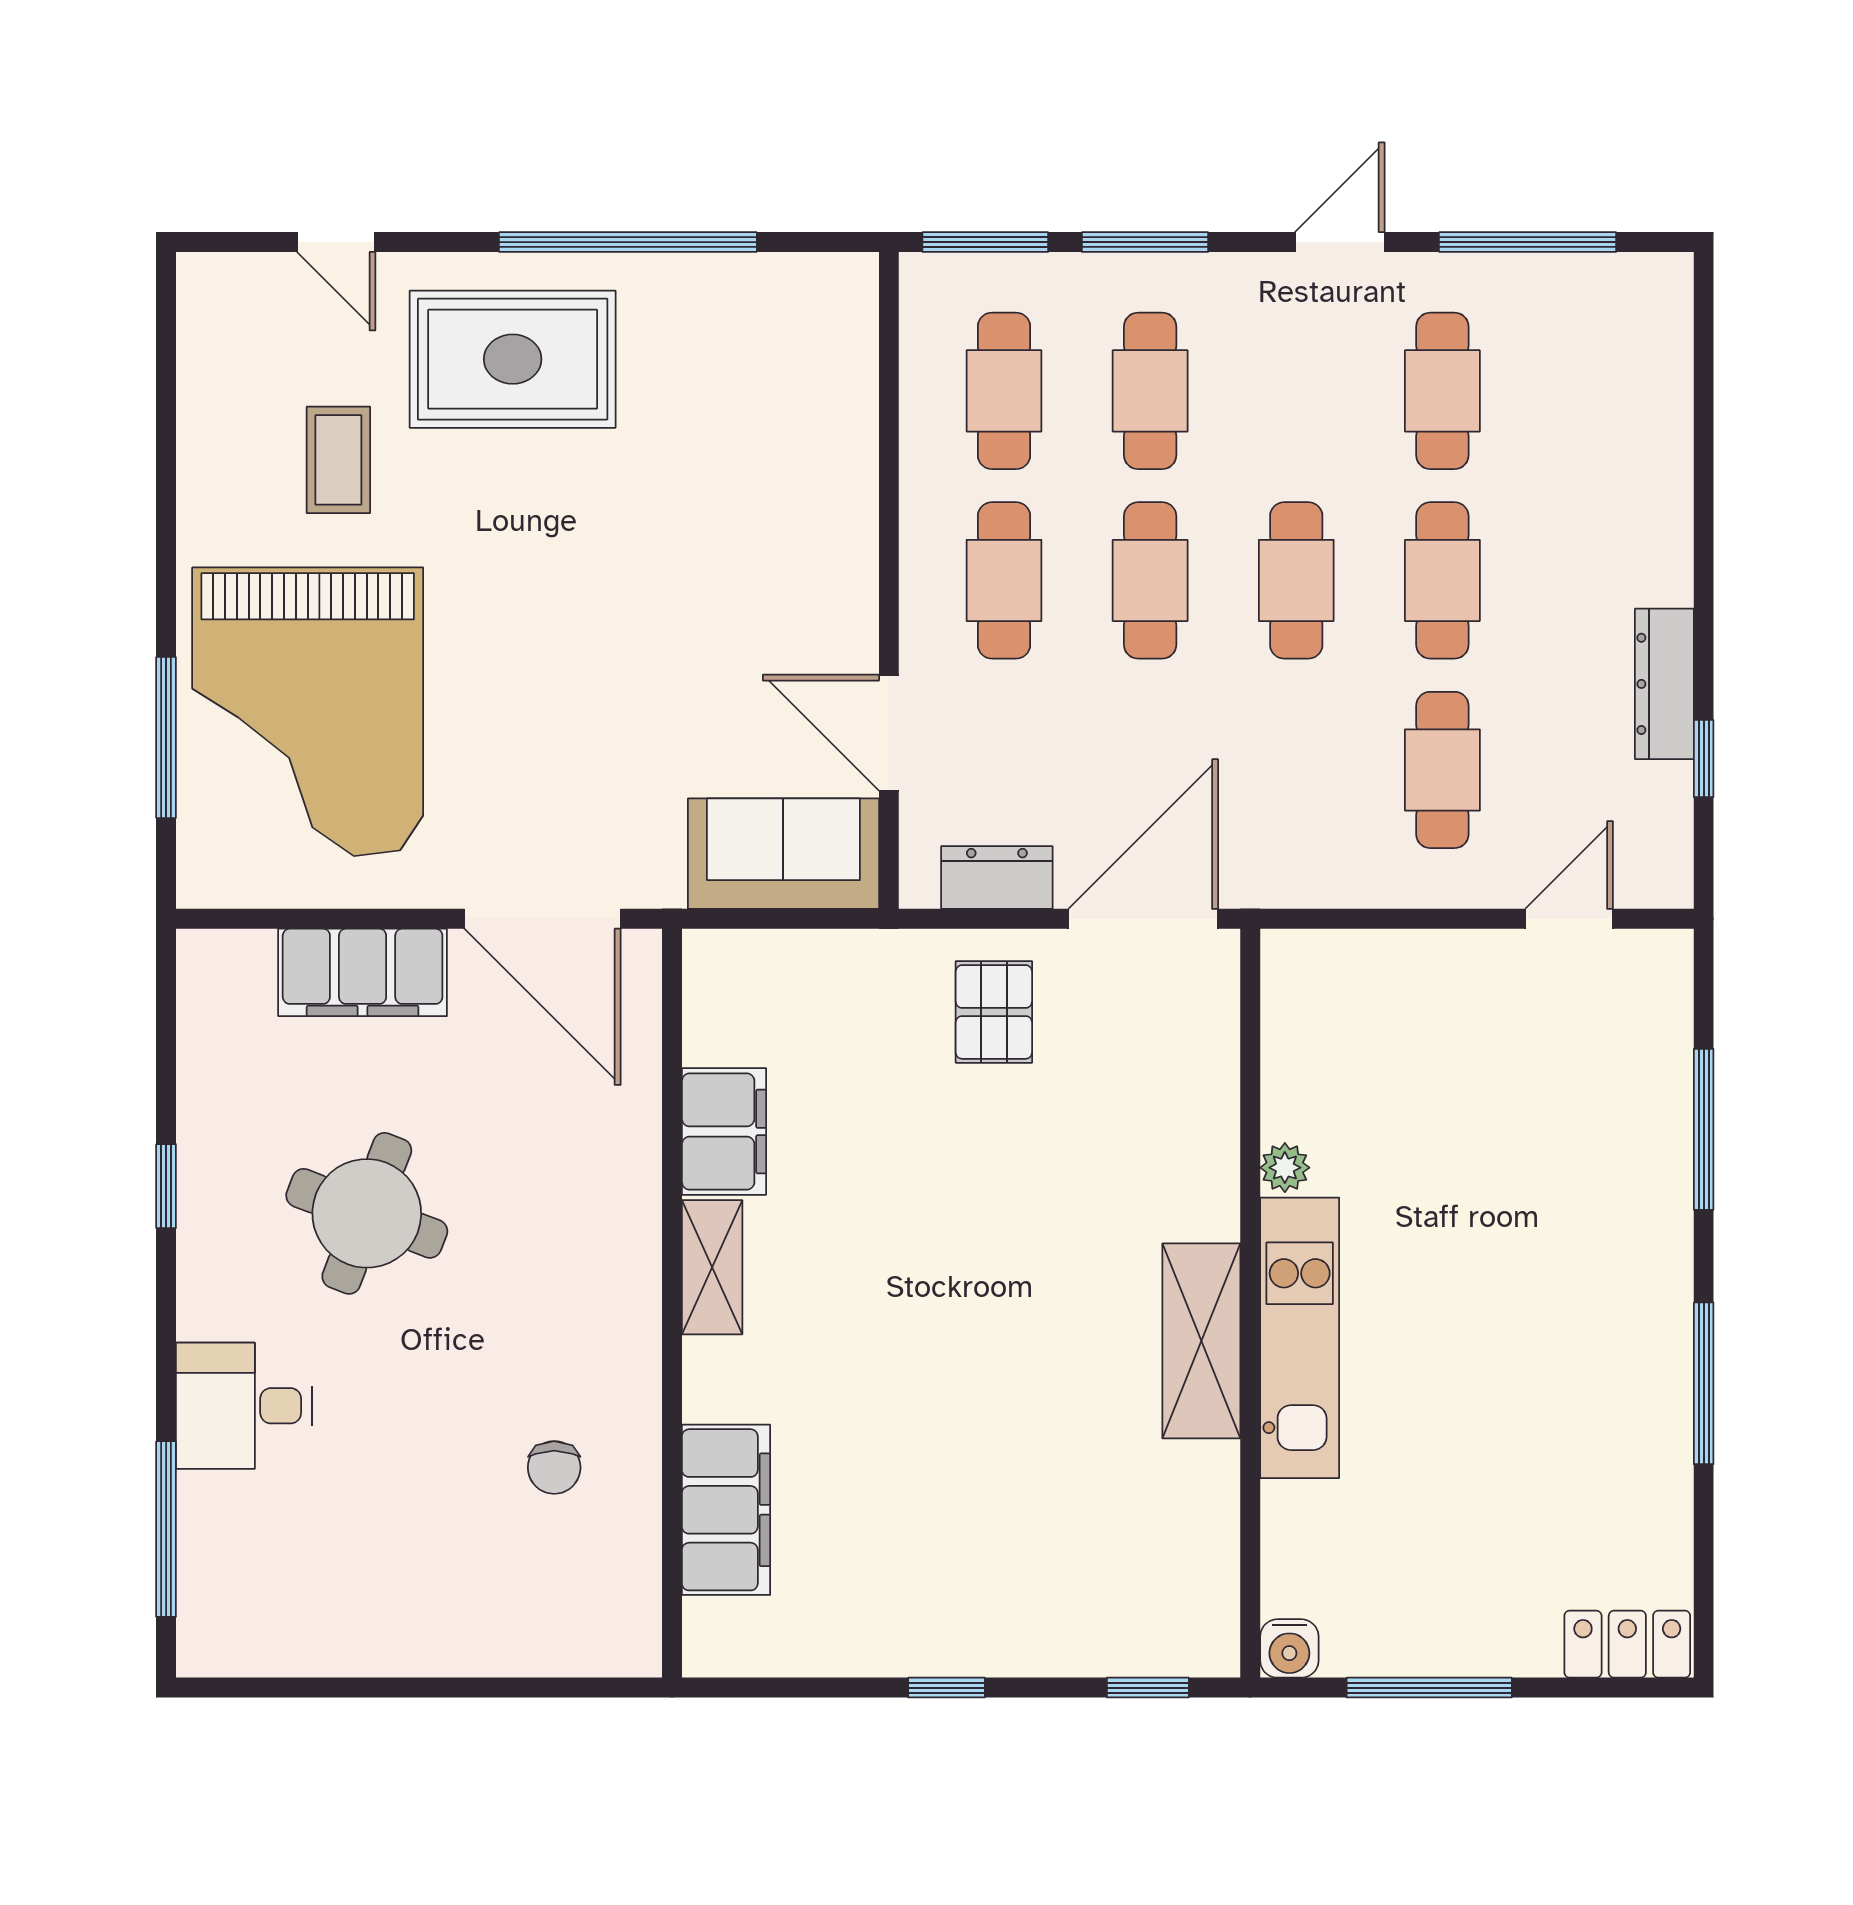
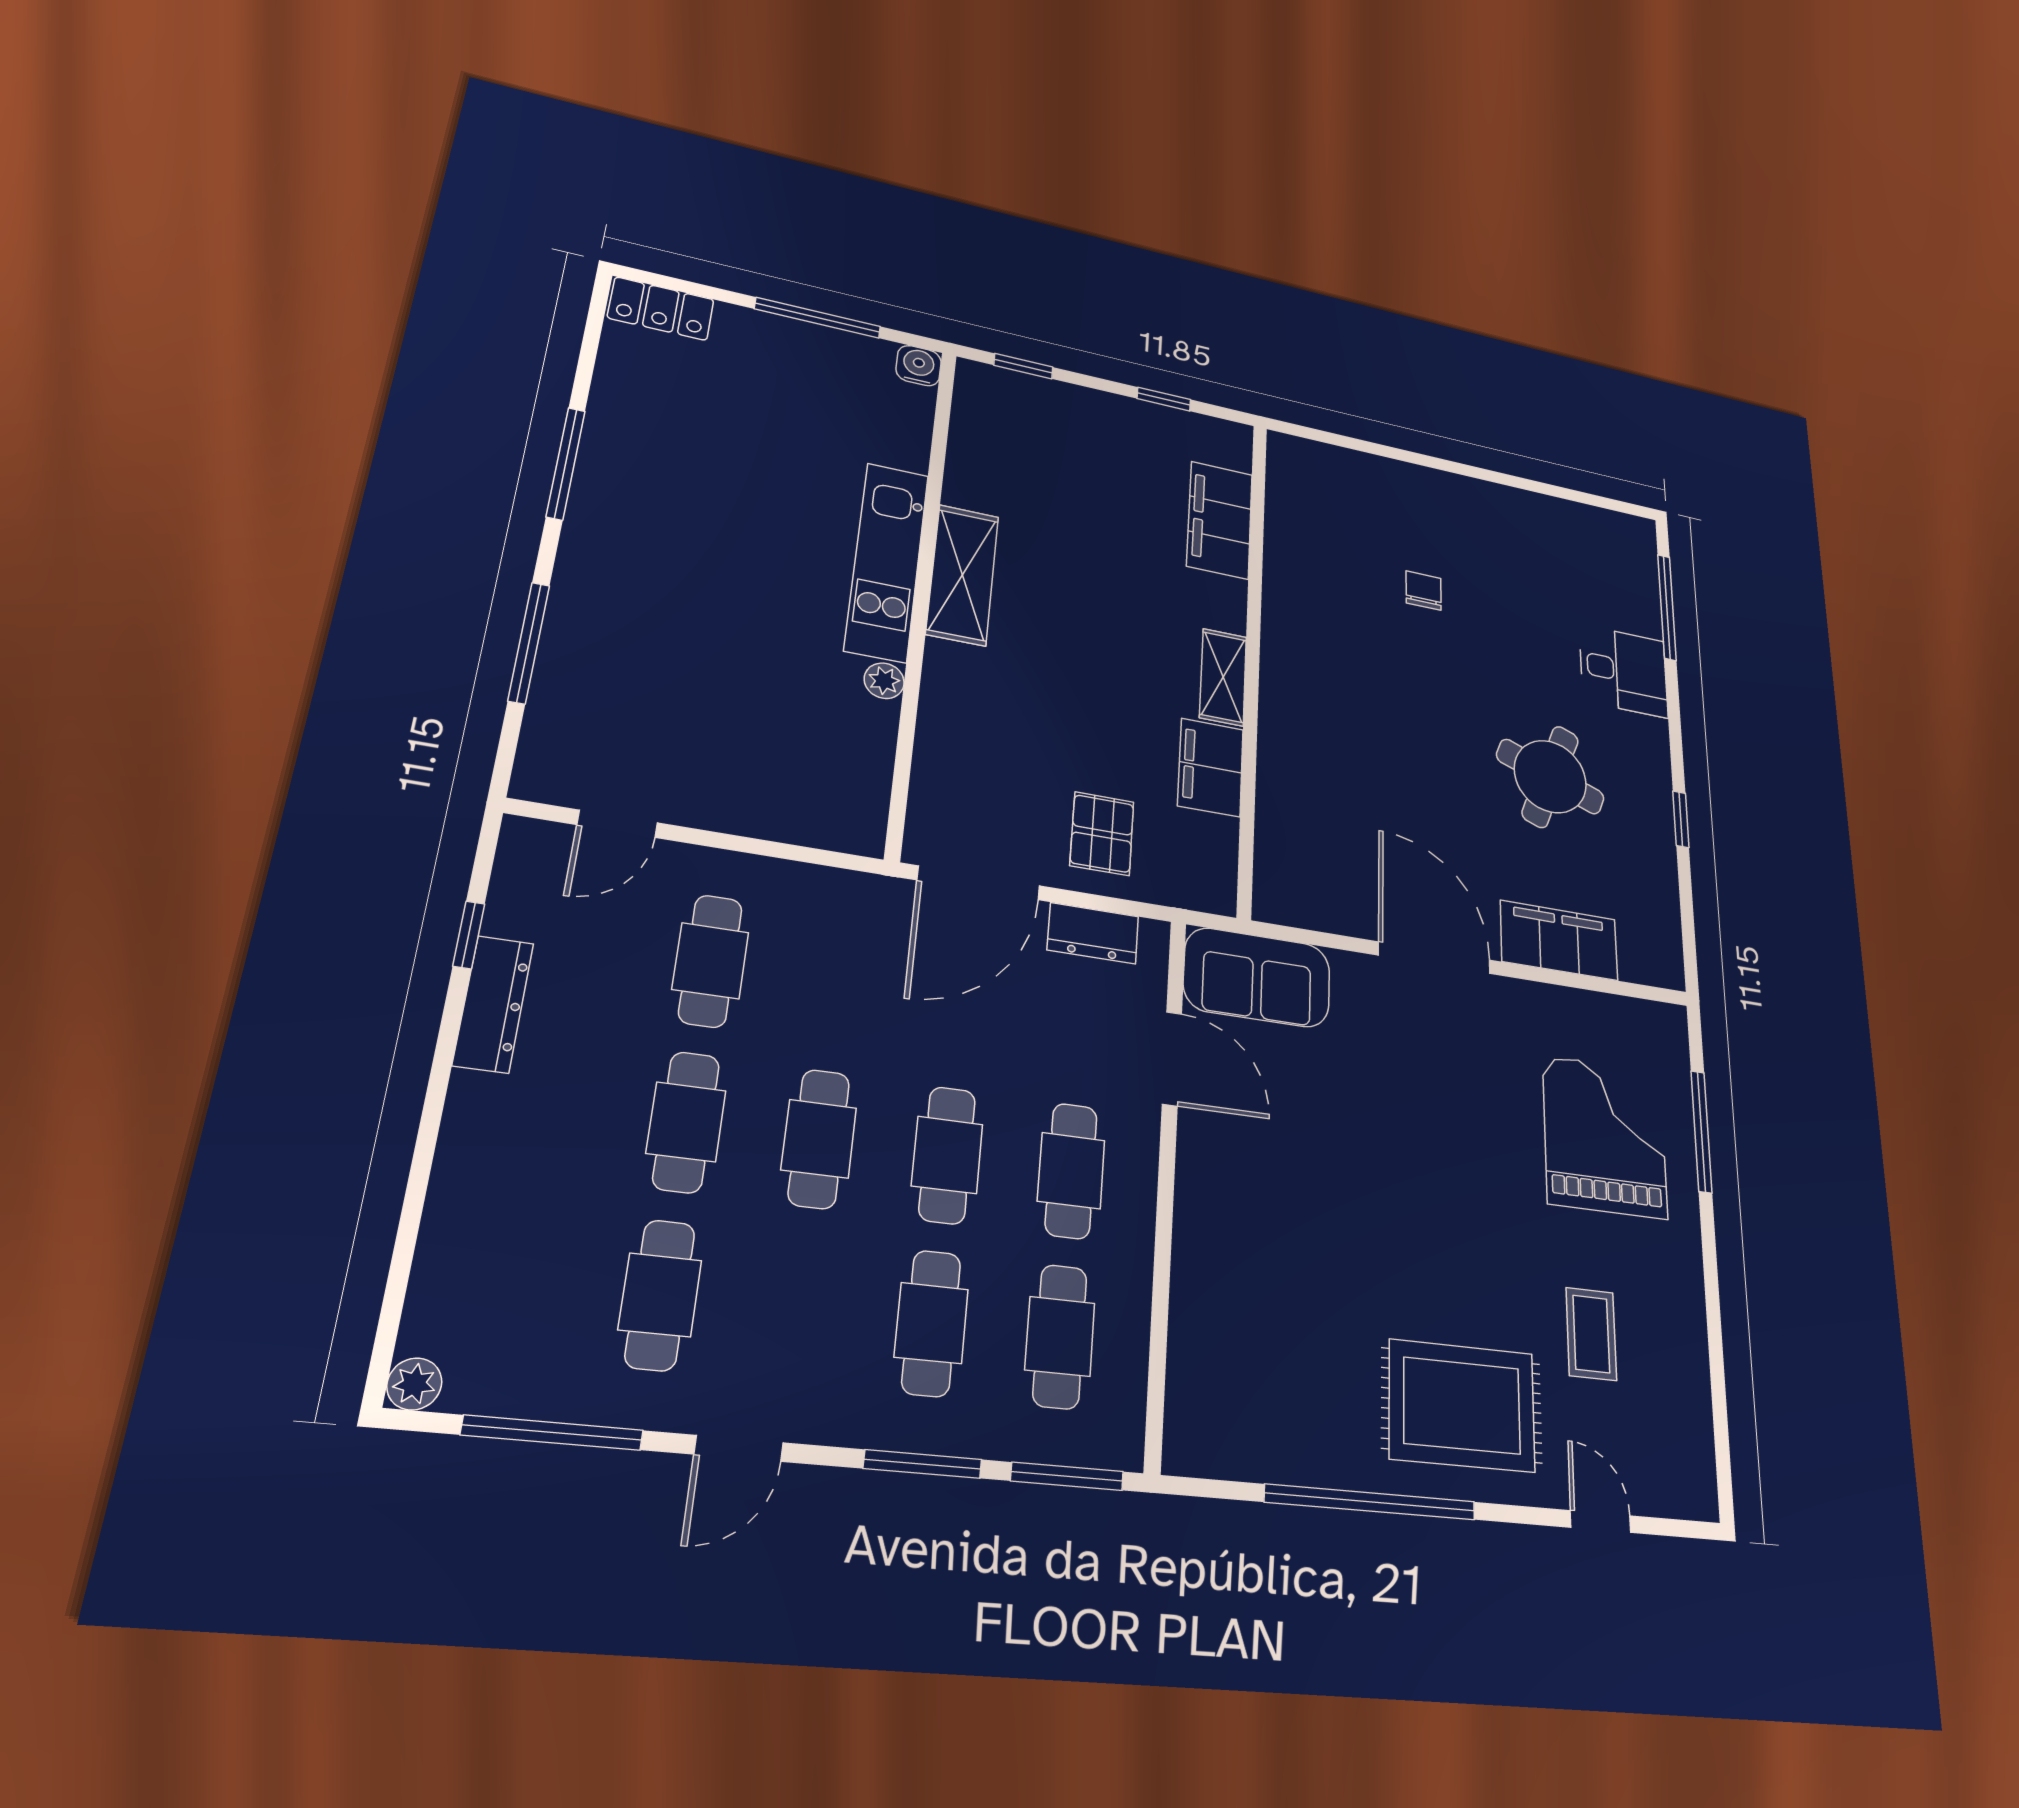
plant: (1668, 278) -> (414, 1384), added
grand piano: (308, 712) -> (1605, 1137), width x0.73, depth x0.68
filing cabinet: (724, 1132) -> (1211, 767), moved
shelving: (712, 1267) -> (1223, 677), moved
wall: (672, 1303) -> (1252, 659), moved
filing cabinet: (726, 1510) -> (1220, 520), moved

